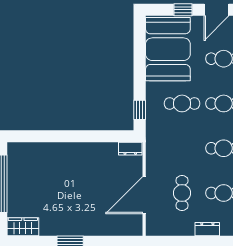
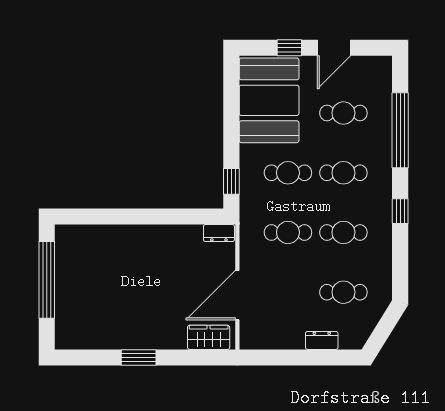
cafe table: (182, 193) -> (288, 232), moved, turned 90
wardrobe: (23, 227) -> (209, 337), moved

